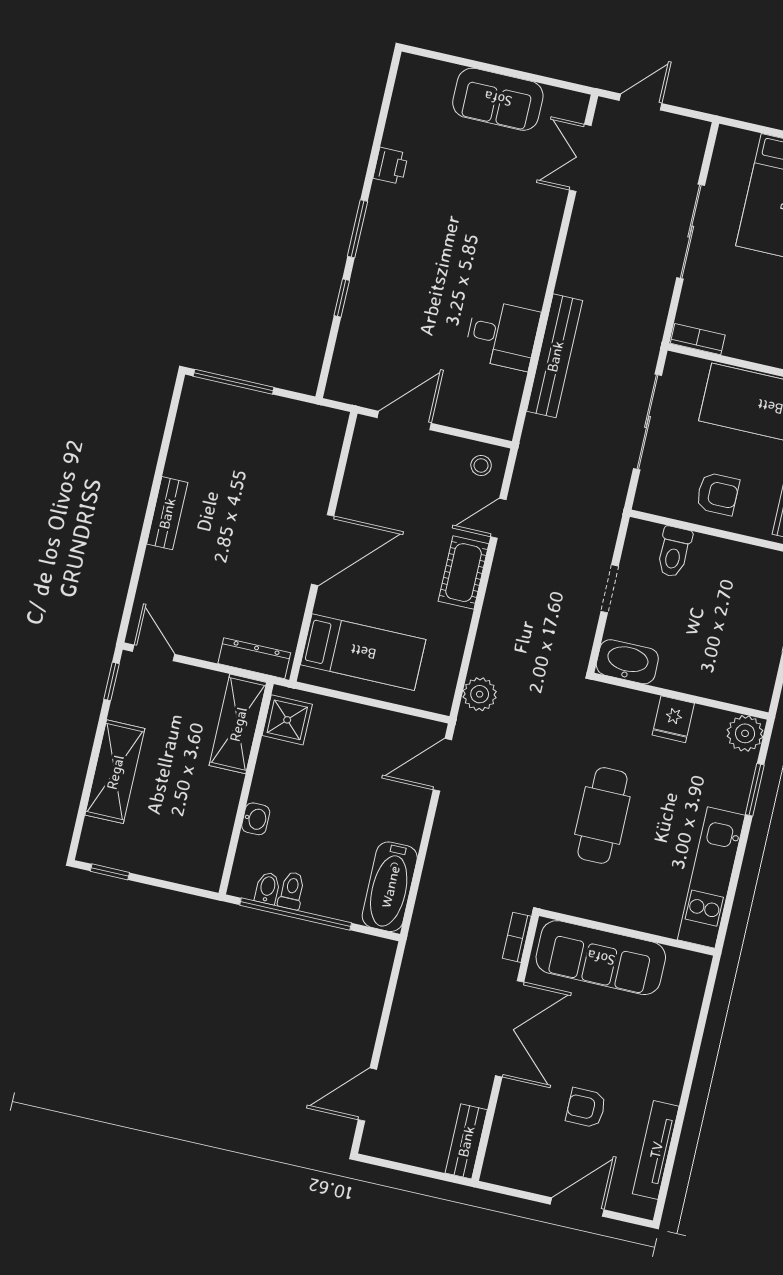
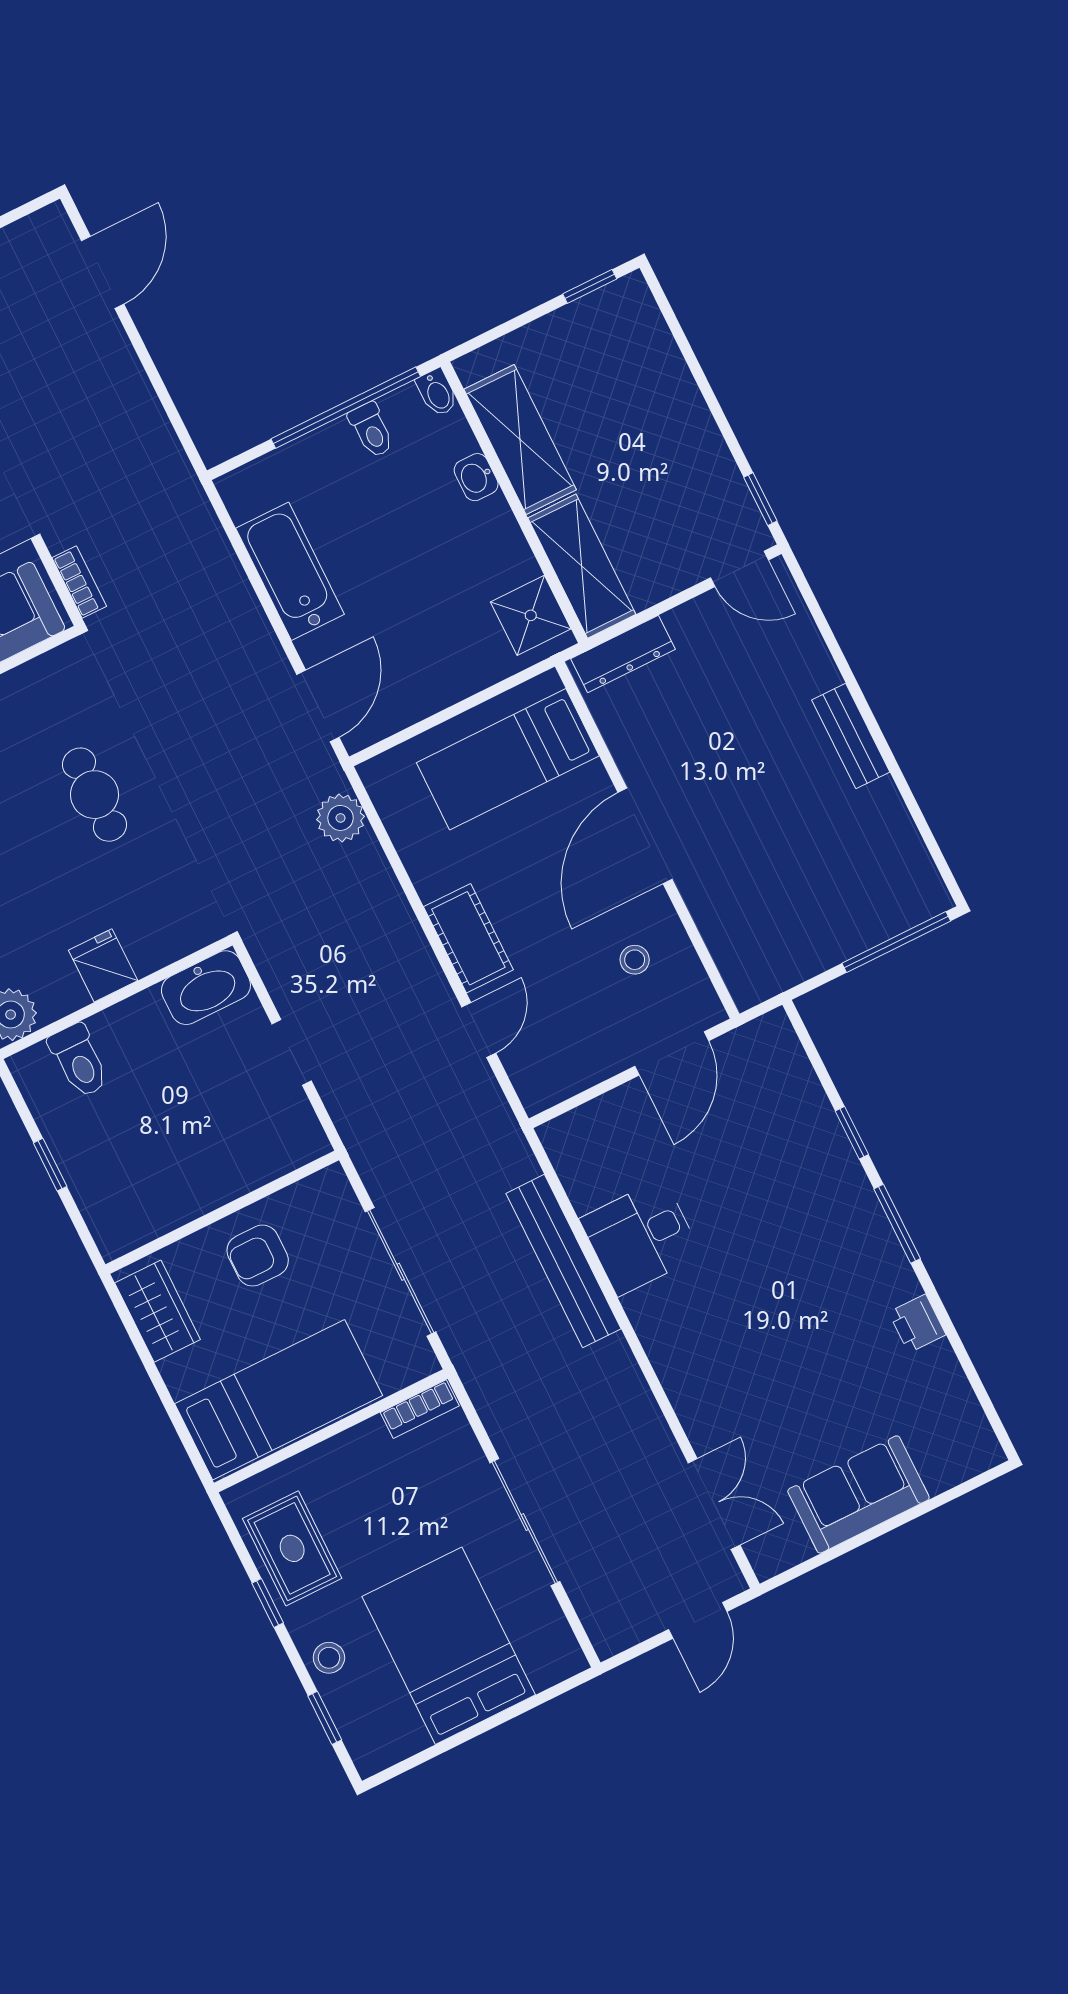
stool: (481, 465) -> (635, 960), moved
toilet: (674, 552) -> (79, 1061), moved, turned 180
shelving: (115, 772) -> (520, 439), moved
cafe table: (602, 815) -> (94, 795), width x0.73, depth x0.74
bathtub: (390, 887) -> (290, 571), moved
bidet: (267, 888) -> (437, 393), moved

